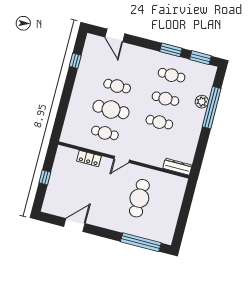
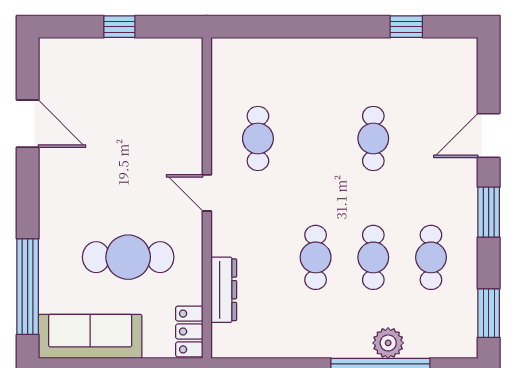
door: (115, 35) -> (489, 136), moved
window: (171, 50) -> (489, 212), moved
cafe table: (111, 109) -> (316, 138), removed
locker: (89, 159) -> (189, 331), moved
dresser: (177, 167) -> (224, 290), moved
sofa: (168, 222) -> (90, 336), added

